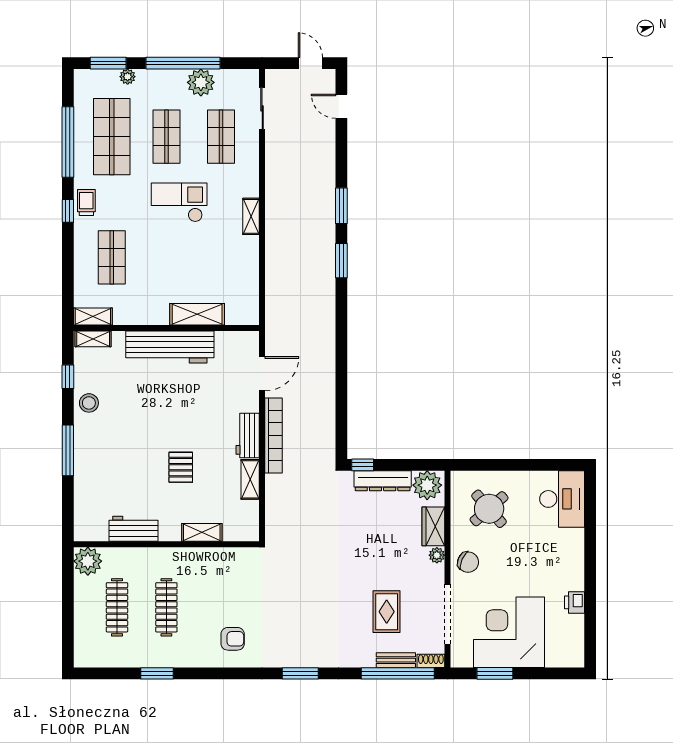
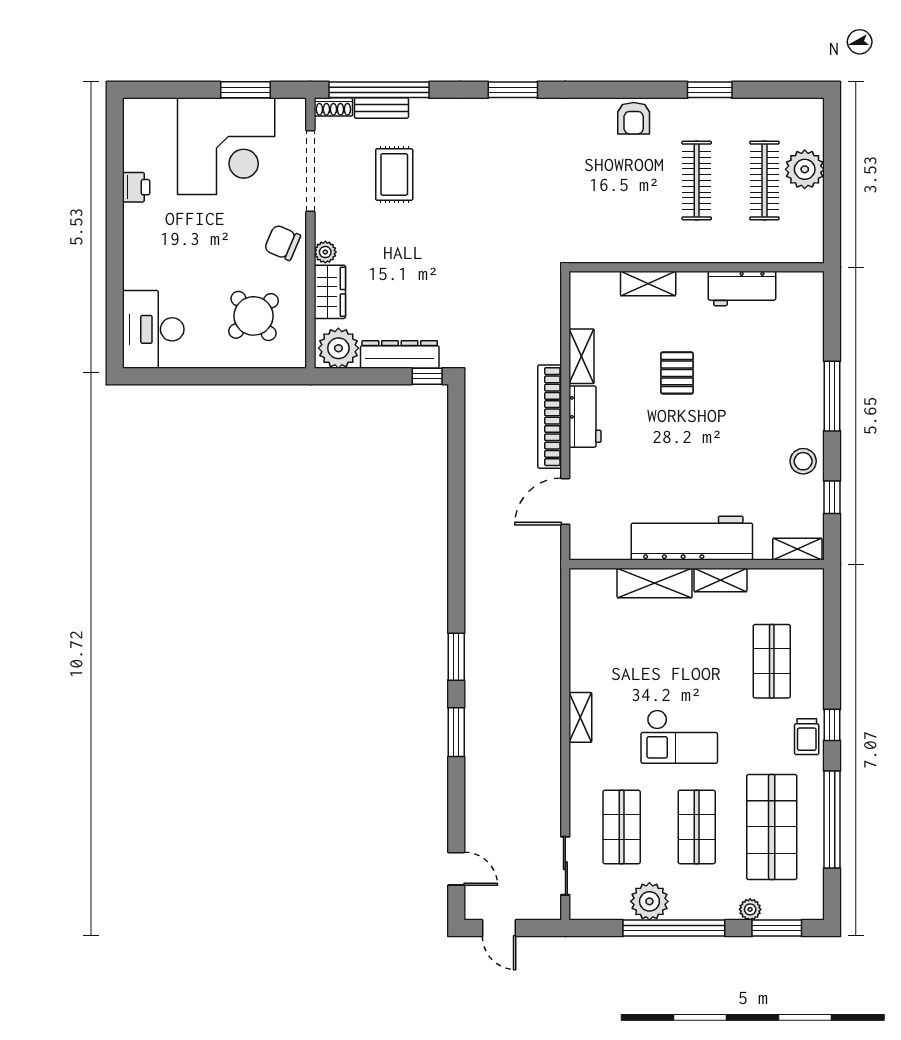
shelving: (93, 317) -> (720, 580), moved
plant: (88, 561) -> (805, 169), moved
armchair: (233, 639) -> (634, 118), moved, turned -90

